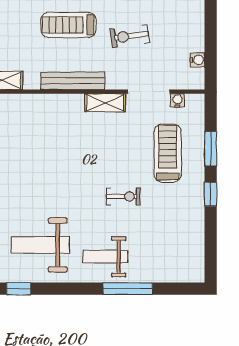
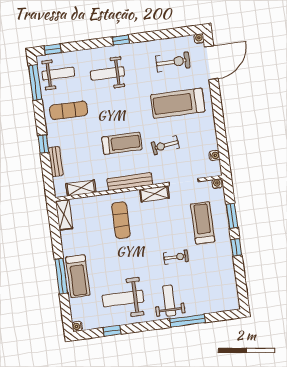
treadmill: (69, 25) -> (122, 143), turned 180
water cooler: (178, 100) -> (217, 184), moved
exercise mat: (53, 134) -> (121, 220), added
weight bench: (105, 257) -> (169, 301), turned 90

